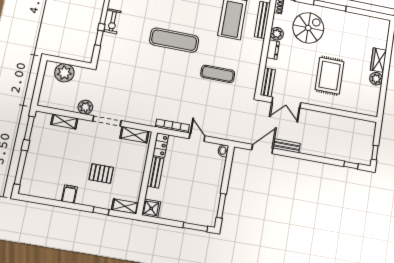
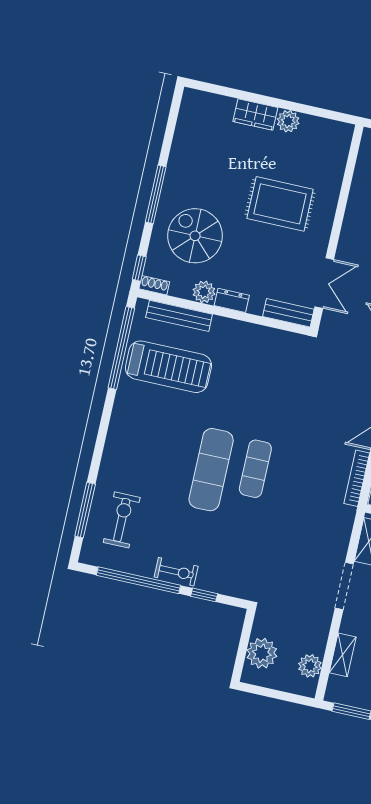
exercise mat: (218, 74) -> (255, 469), moved
plant: (85, 107) -> (310, 666), moved

